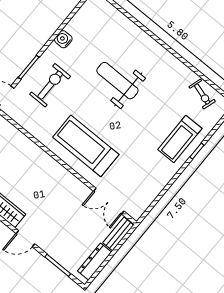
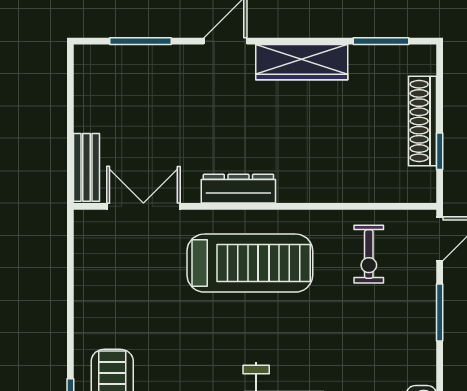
exercise bike: (50, 85) -> (369, 254), moved, width x0.73, depth x0.72
dresser: (95, 262) -> (238, 189), moved, turned -90

